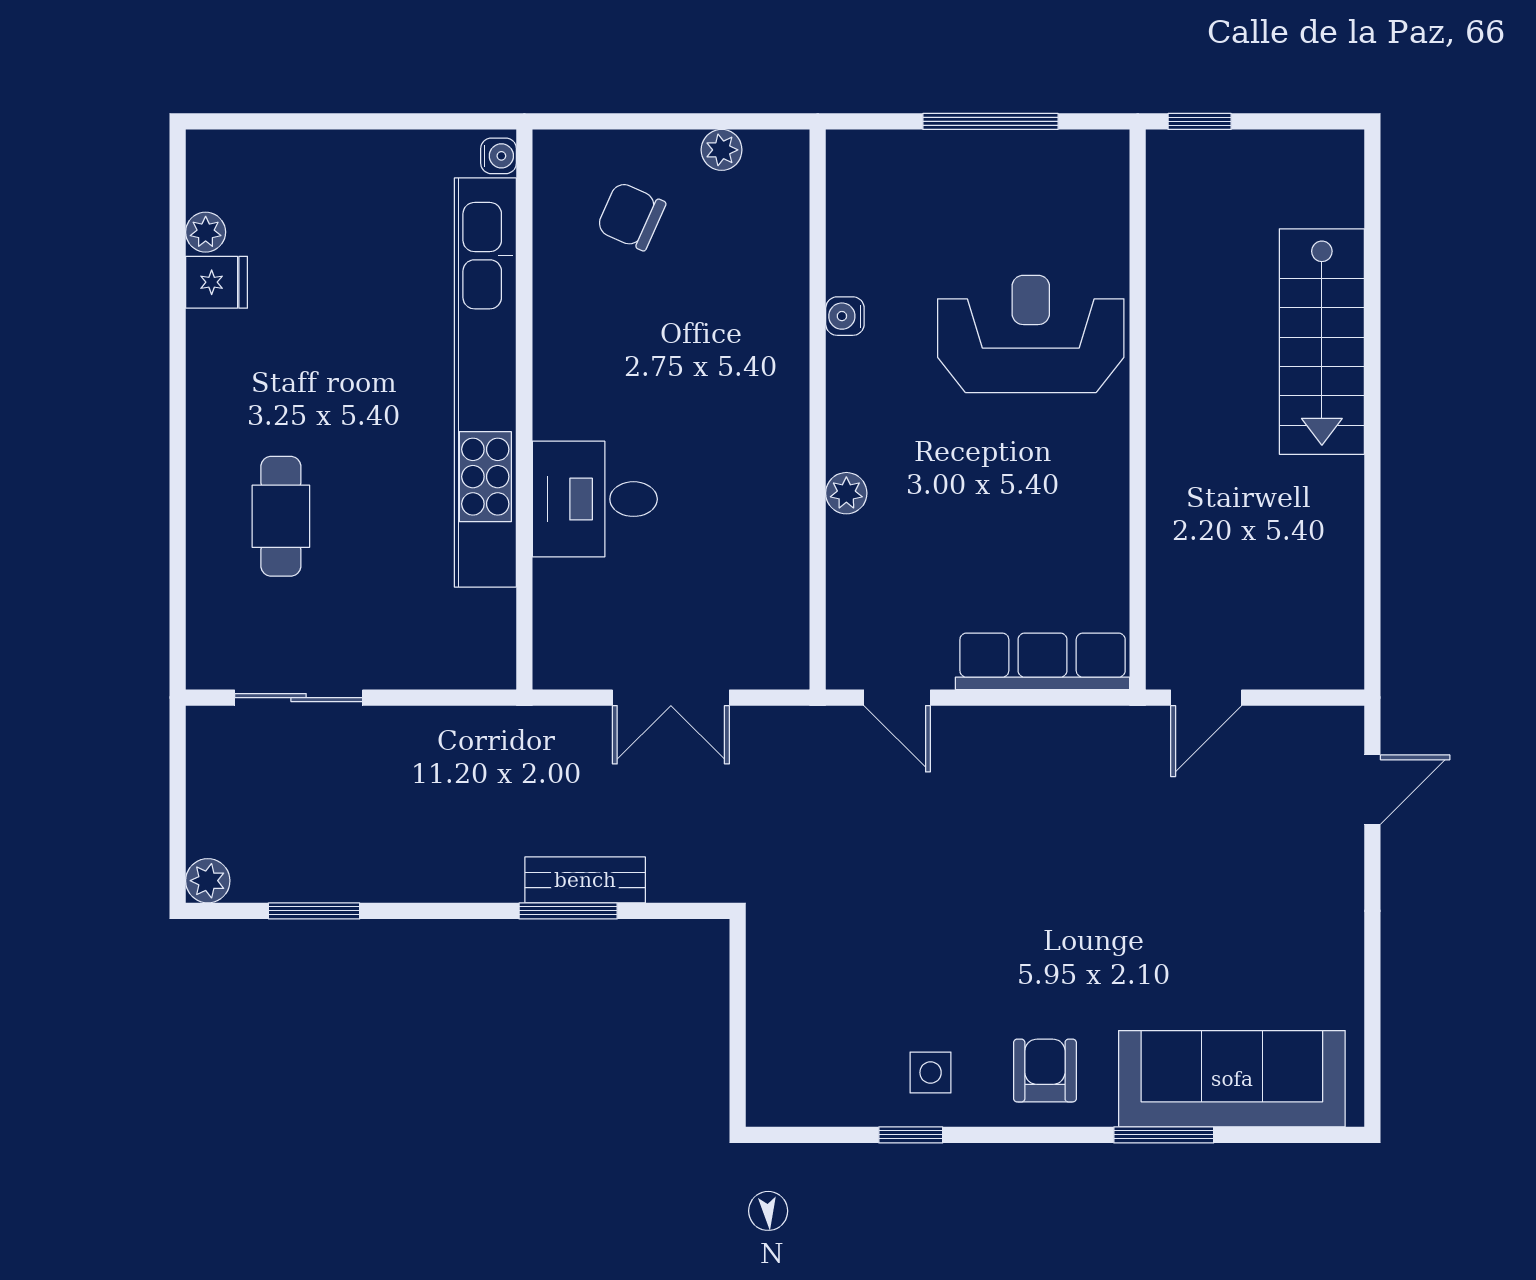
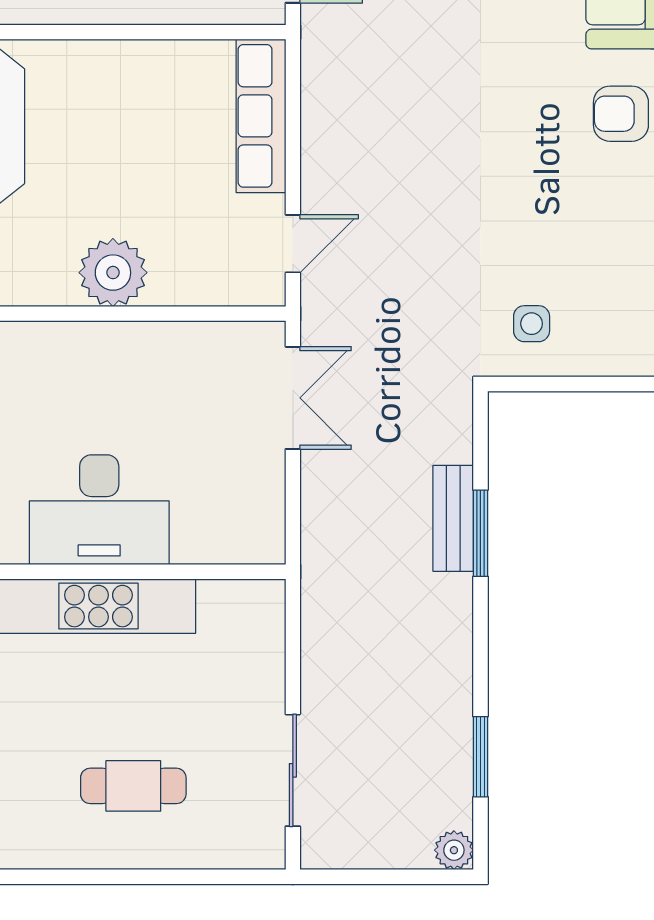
plant: (846, 493) -> (113, 273), width x1.88, depth x1.88
desk: (595, 499) -> (99, 510), width x1.37
double door: (671, 698) -> (293, 398), moved
side table: (931, 1073) -> (532, 324), moved

